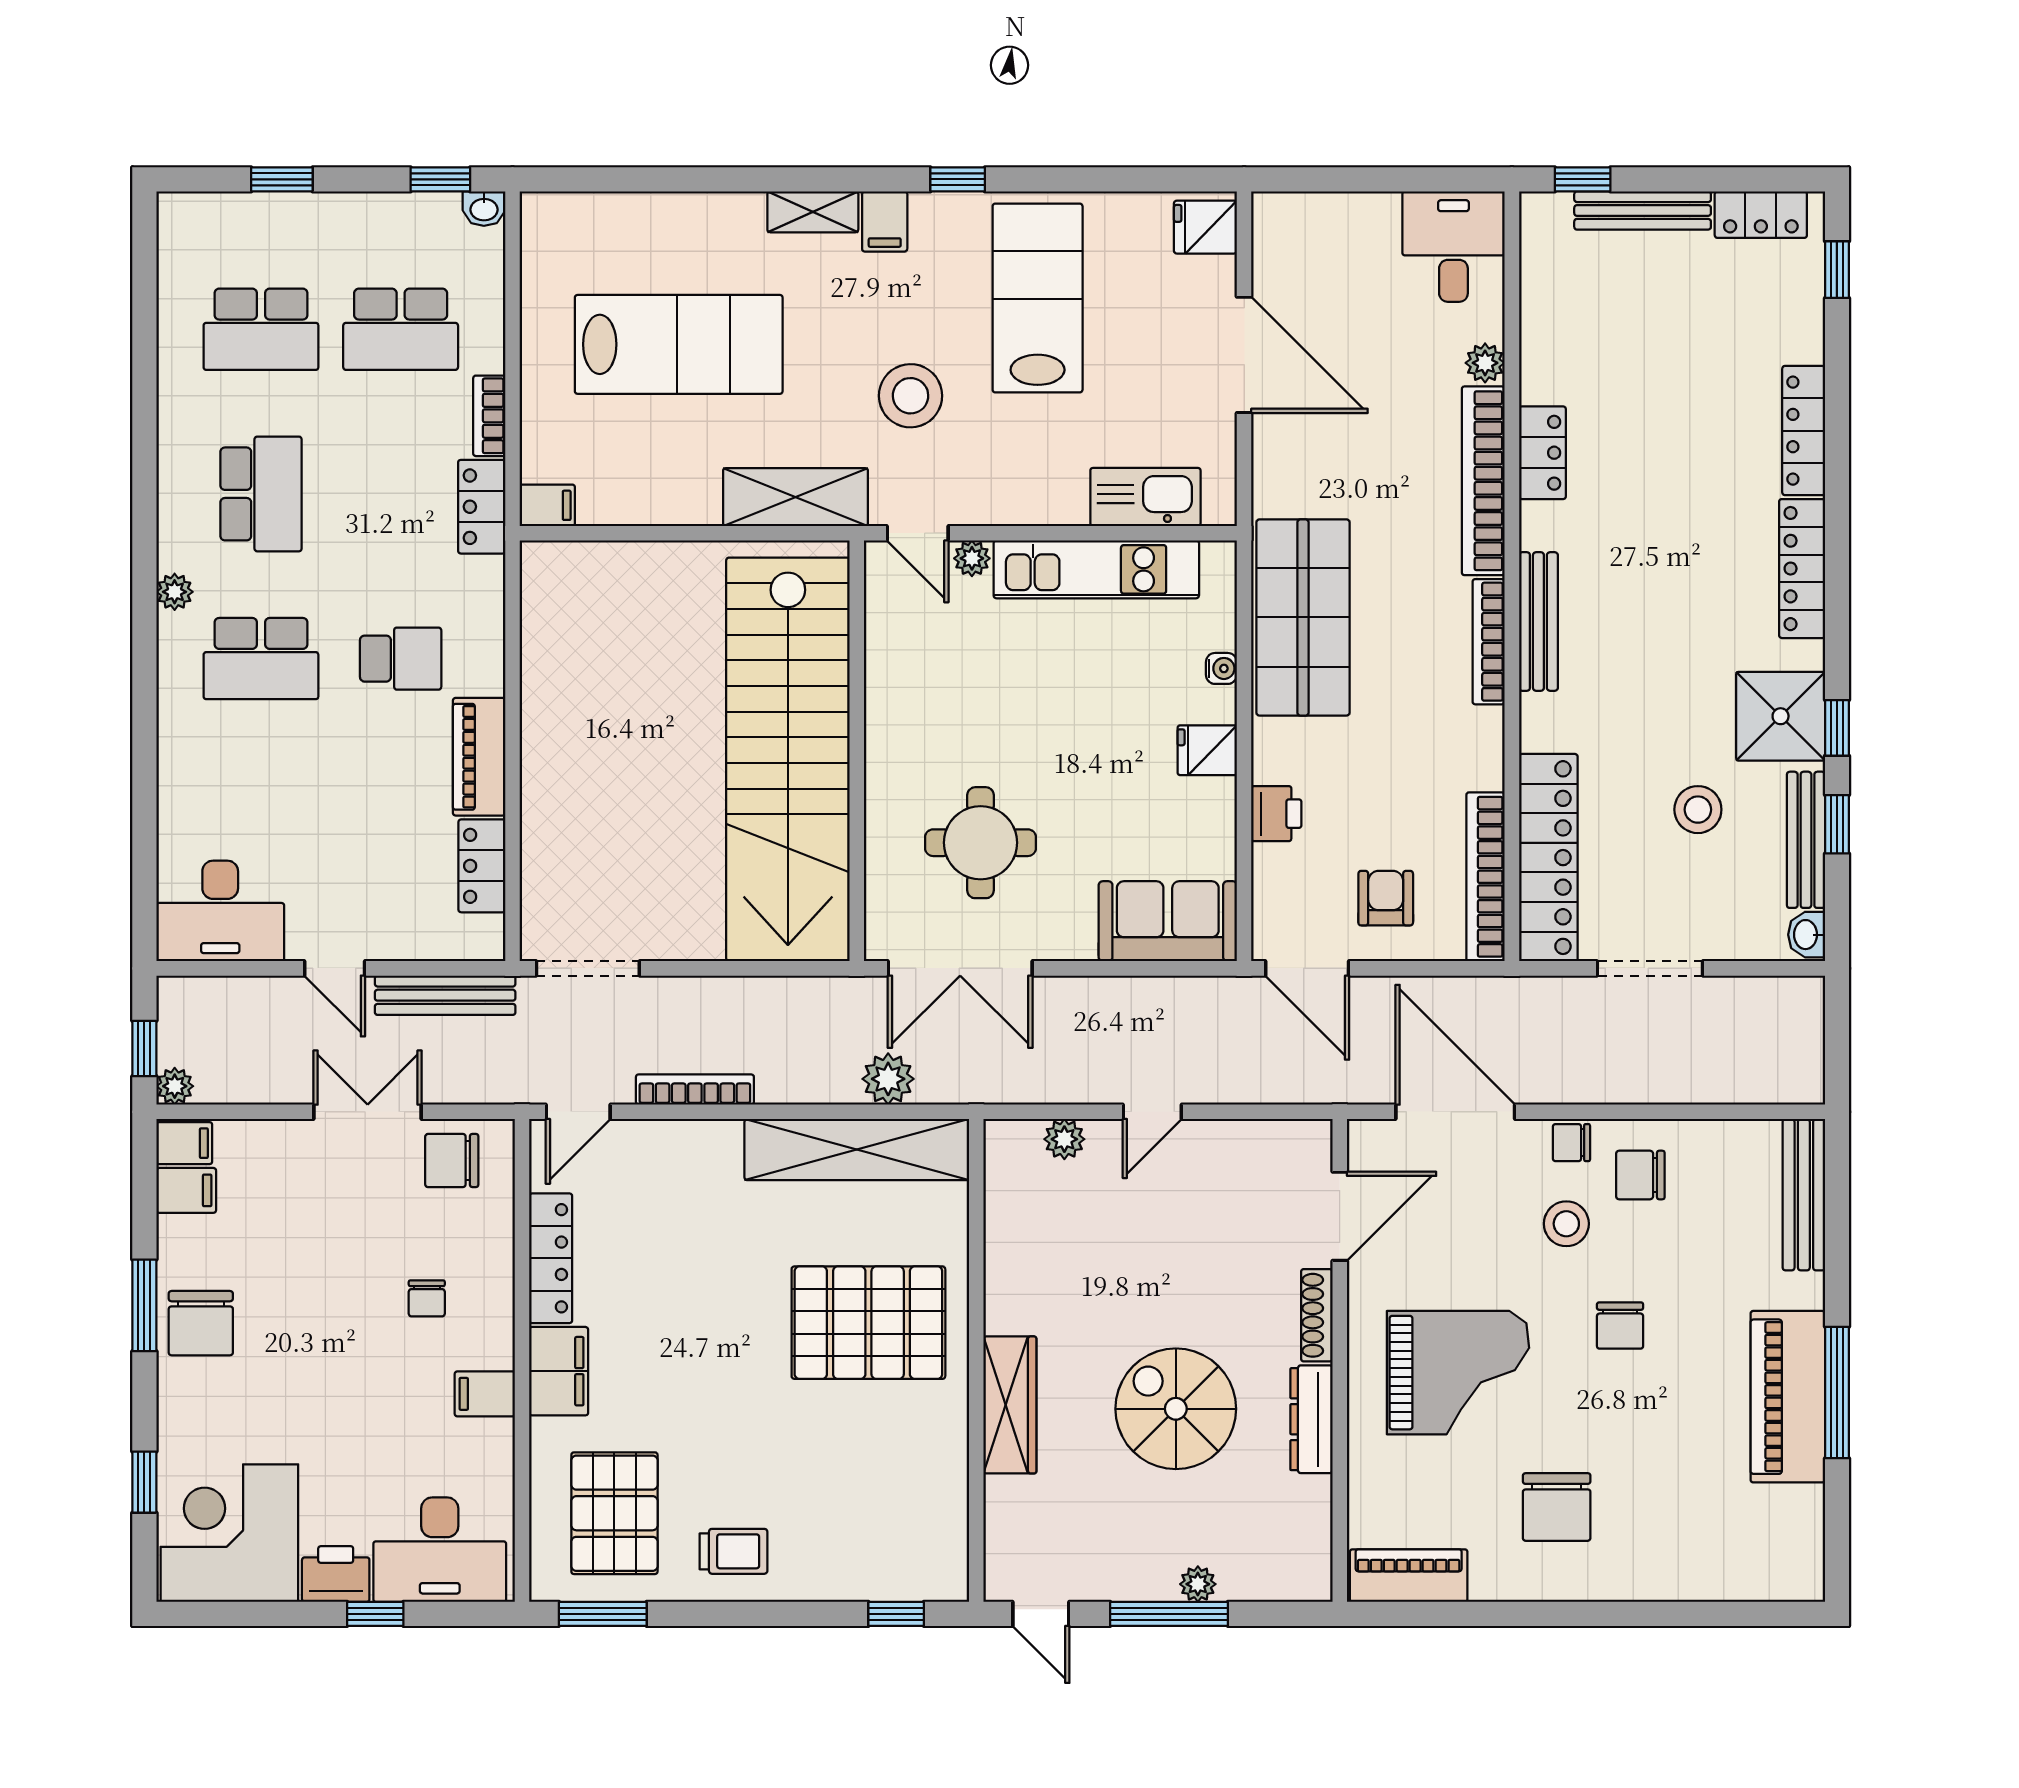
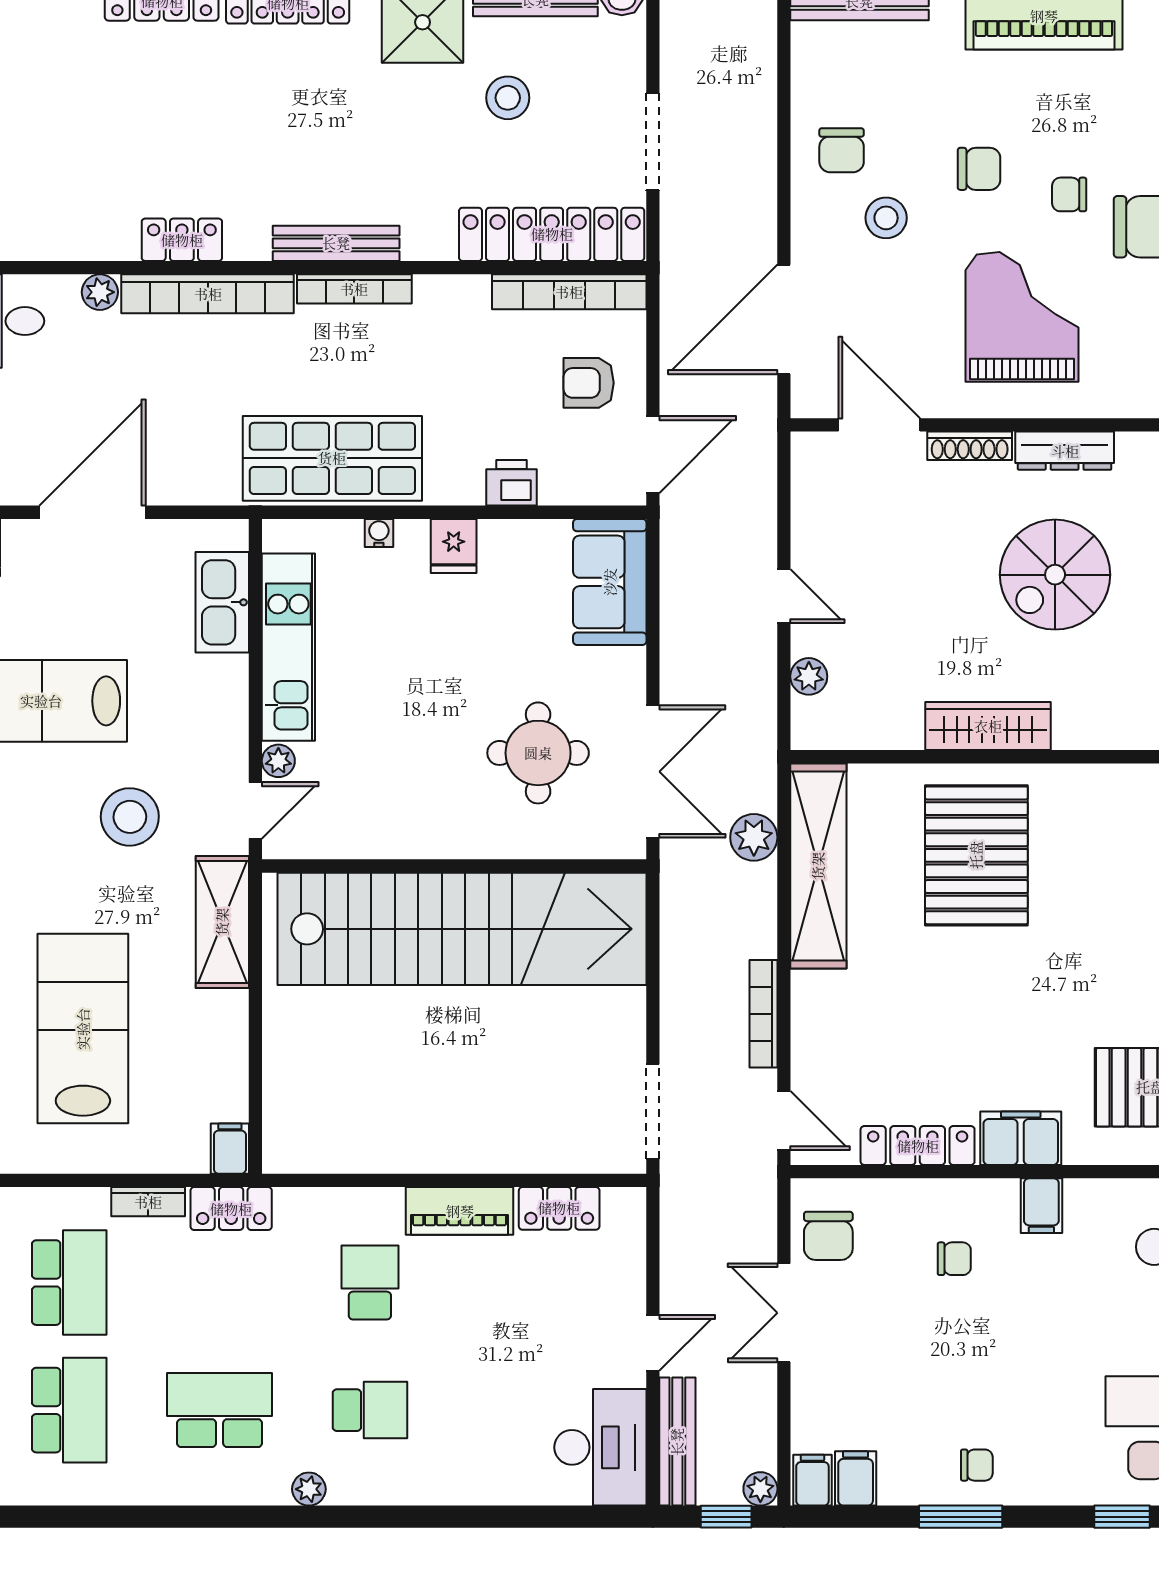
school desk: (261, 659) -> (370, 1410), width x0.54
bench: (445, 995) -> (677, 1442), moved
chair: (1571, 1143) -> (1069, 194), moved, turned 90
chair: (201, 1323) -> (977, 1465), width x0.54, depth x0.54
wardrobe: (1010, 1405) -> (988, 726), moved

